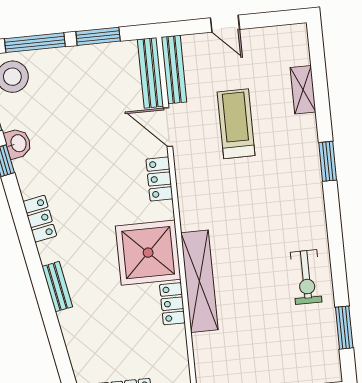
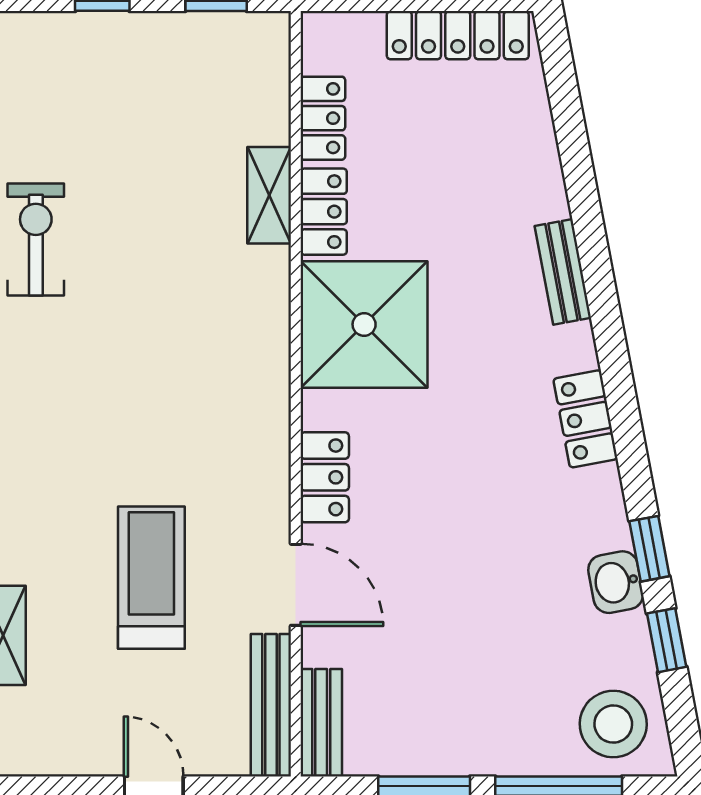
bench: (150, 73) -> (321, 723), width x0.73
treadmill: (236, 124) -> (151, 578), turned 180
shelving: (199, 281) -> (269, 195), width x0.45, depth x0.75
locker: (177, 348) -> (323, 118), added

